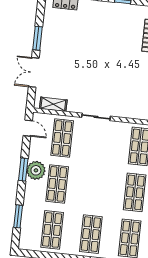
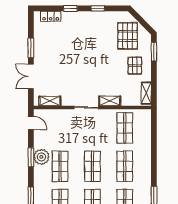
shelving: (125, 112) -> (110, 101), added
shop shelf: (62, 138) -> (92, 166), moved

